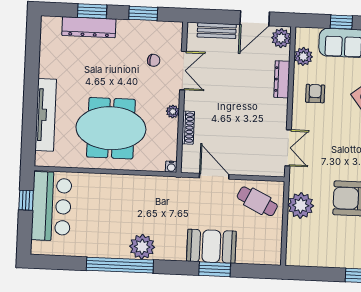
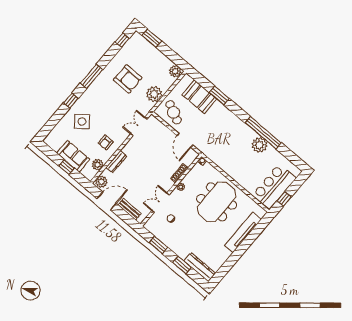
dresser: (89, 27) -> (200, 267), moved
meeting table: (111, 128) -> (217, 202), turned 90
booth: (211, 246) -> (199, 97), moved
plant: (142, 247) -> (259, 145), moved
plant: (297, 256) -> (175, 71), added

